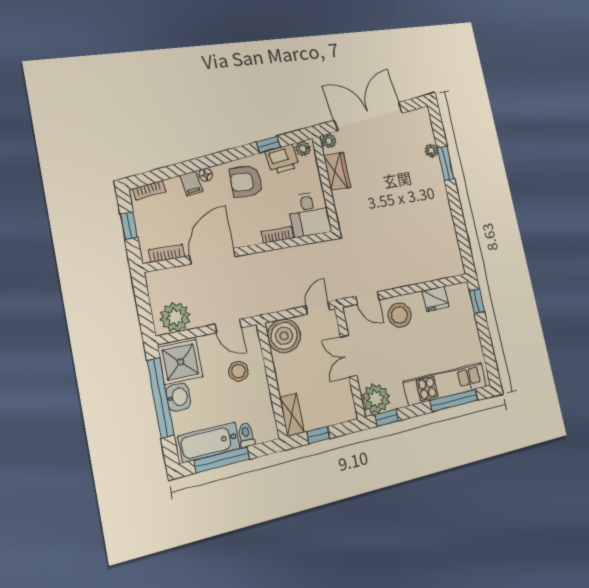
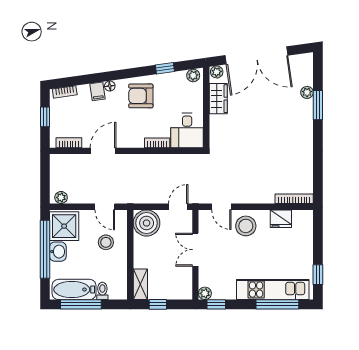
double door: (369, 117) -> (256, 55), swing flipped
printer: (282, 159) -> (174, 82), removed
door: (213, 256) -> (103, 151), width x0.73
bookcase: (445, 273) -> (294, 199), added
window: (477, 301) -> (318, 275), moved
plant: (175, 317) -> (61, 197), width x0.53, depth x0.53
plant: (376, 399) -> (205, 293), width x0.53, depth x0.53

